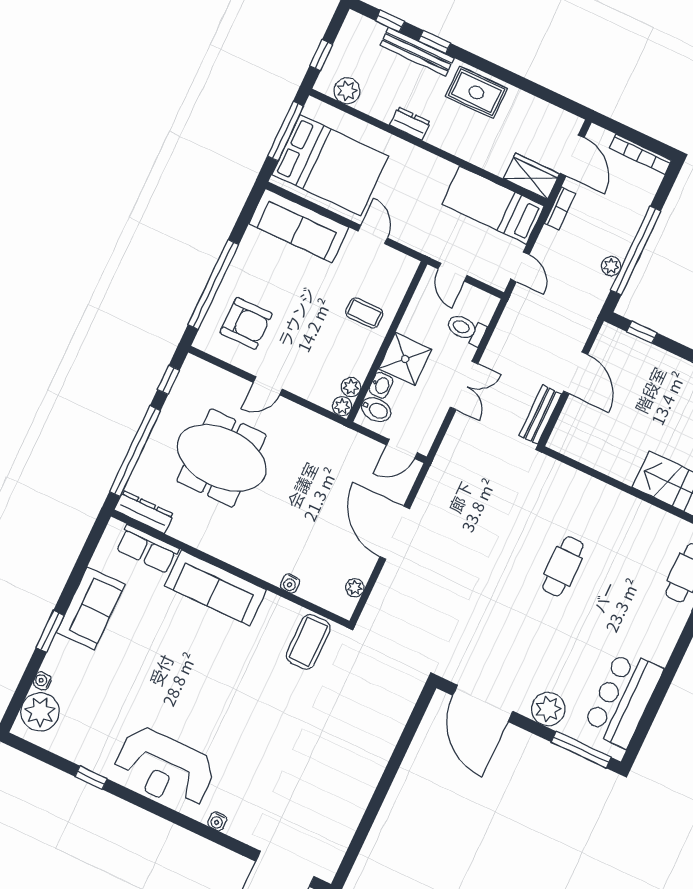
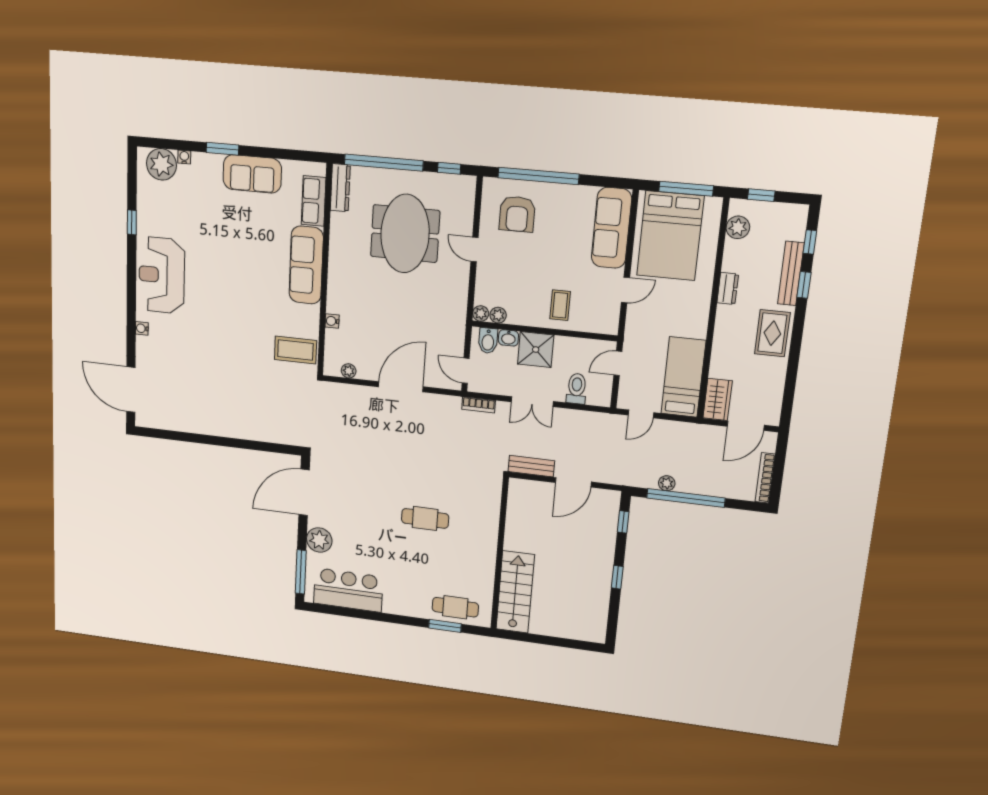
bookcase: (560, 208) -> (479, 405), moved

